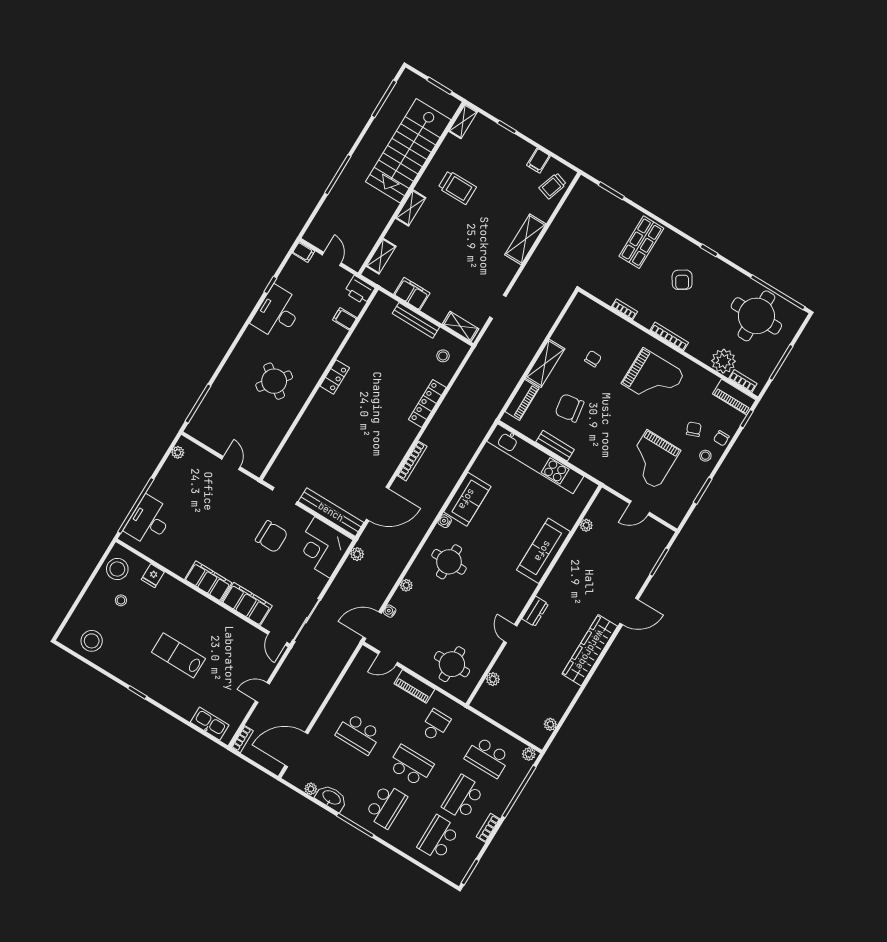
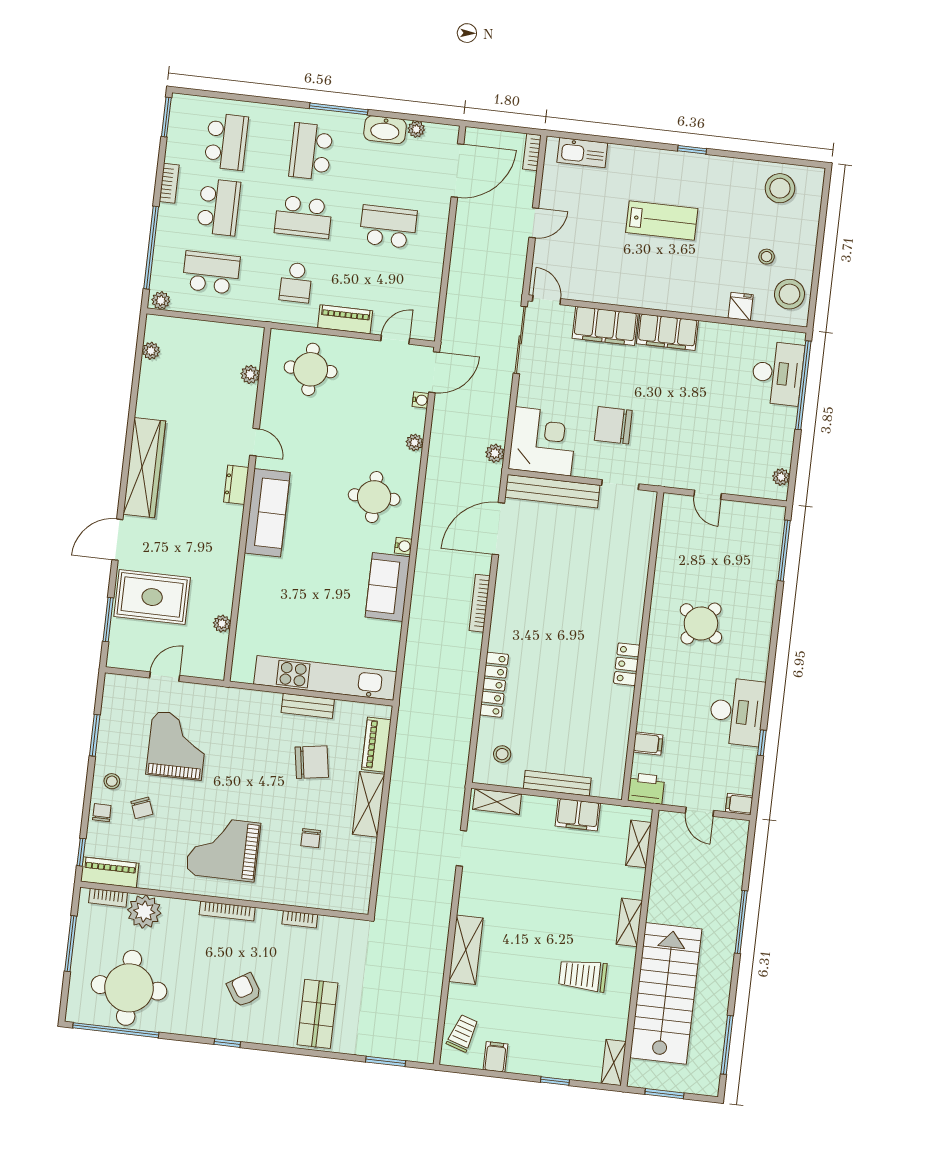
sofa: (543, 551) -> (267, 513), moved
rug: (624, 564) -> (152, 597), added

